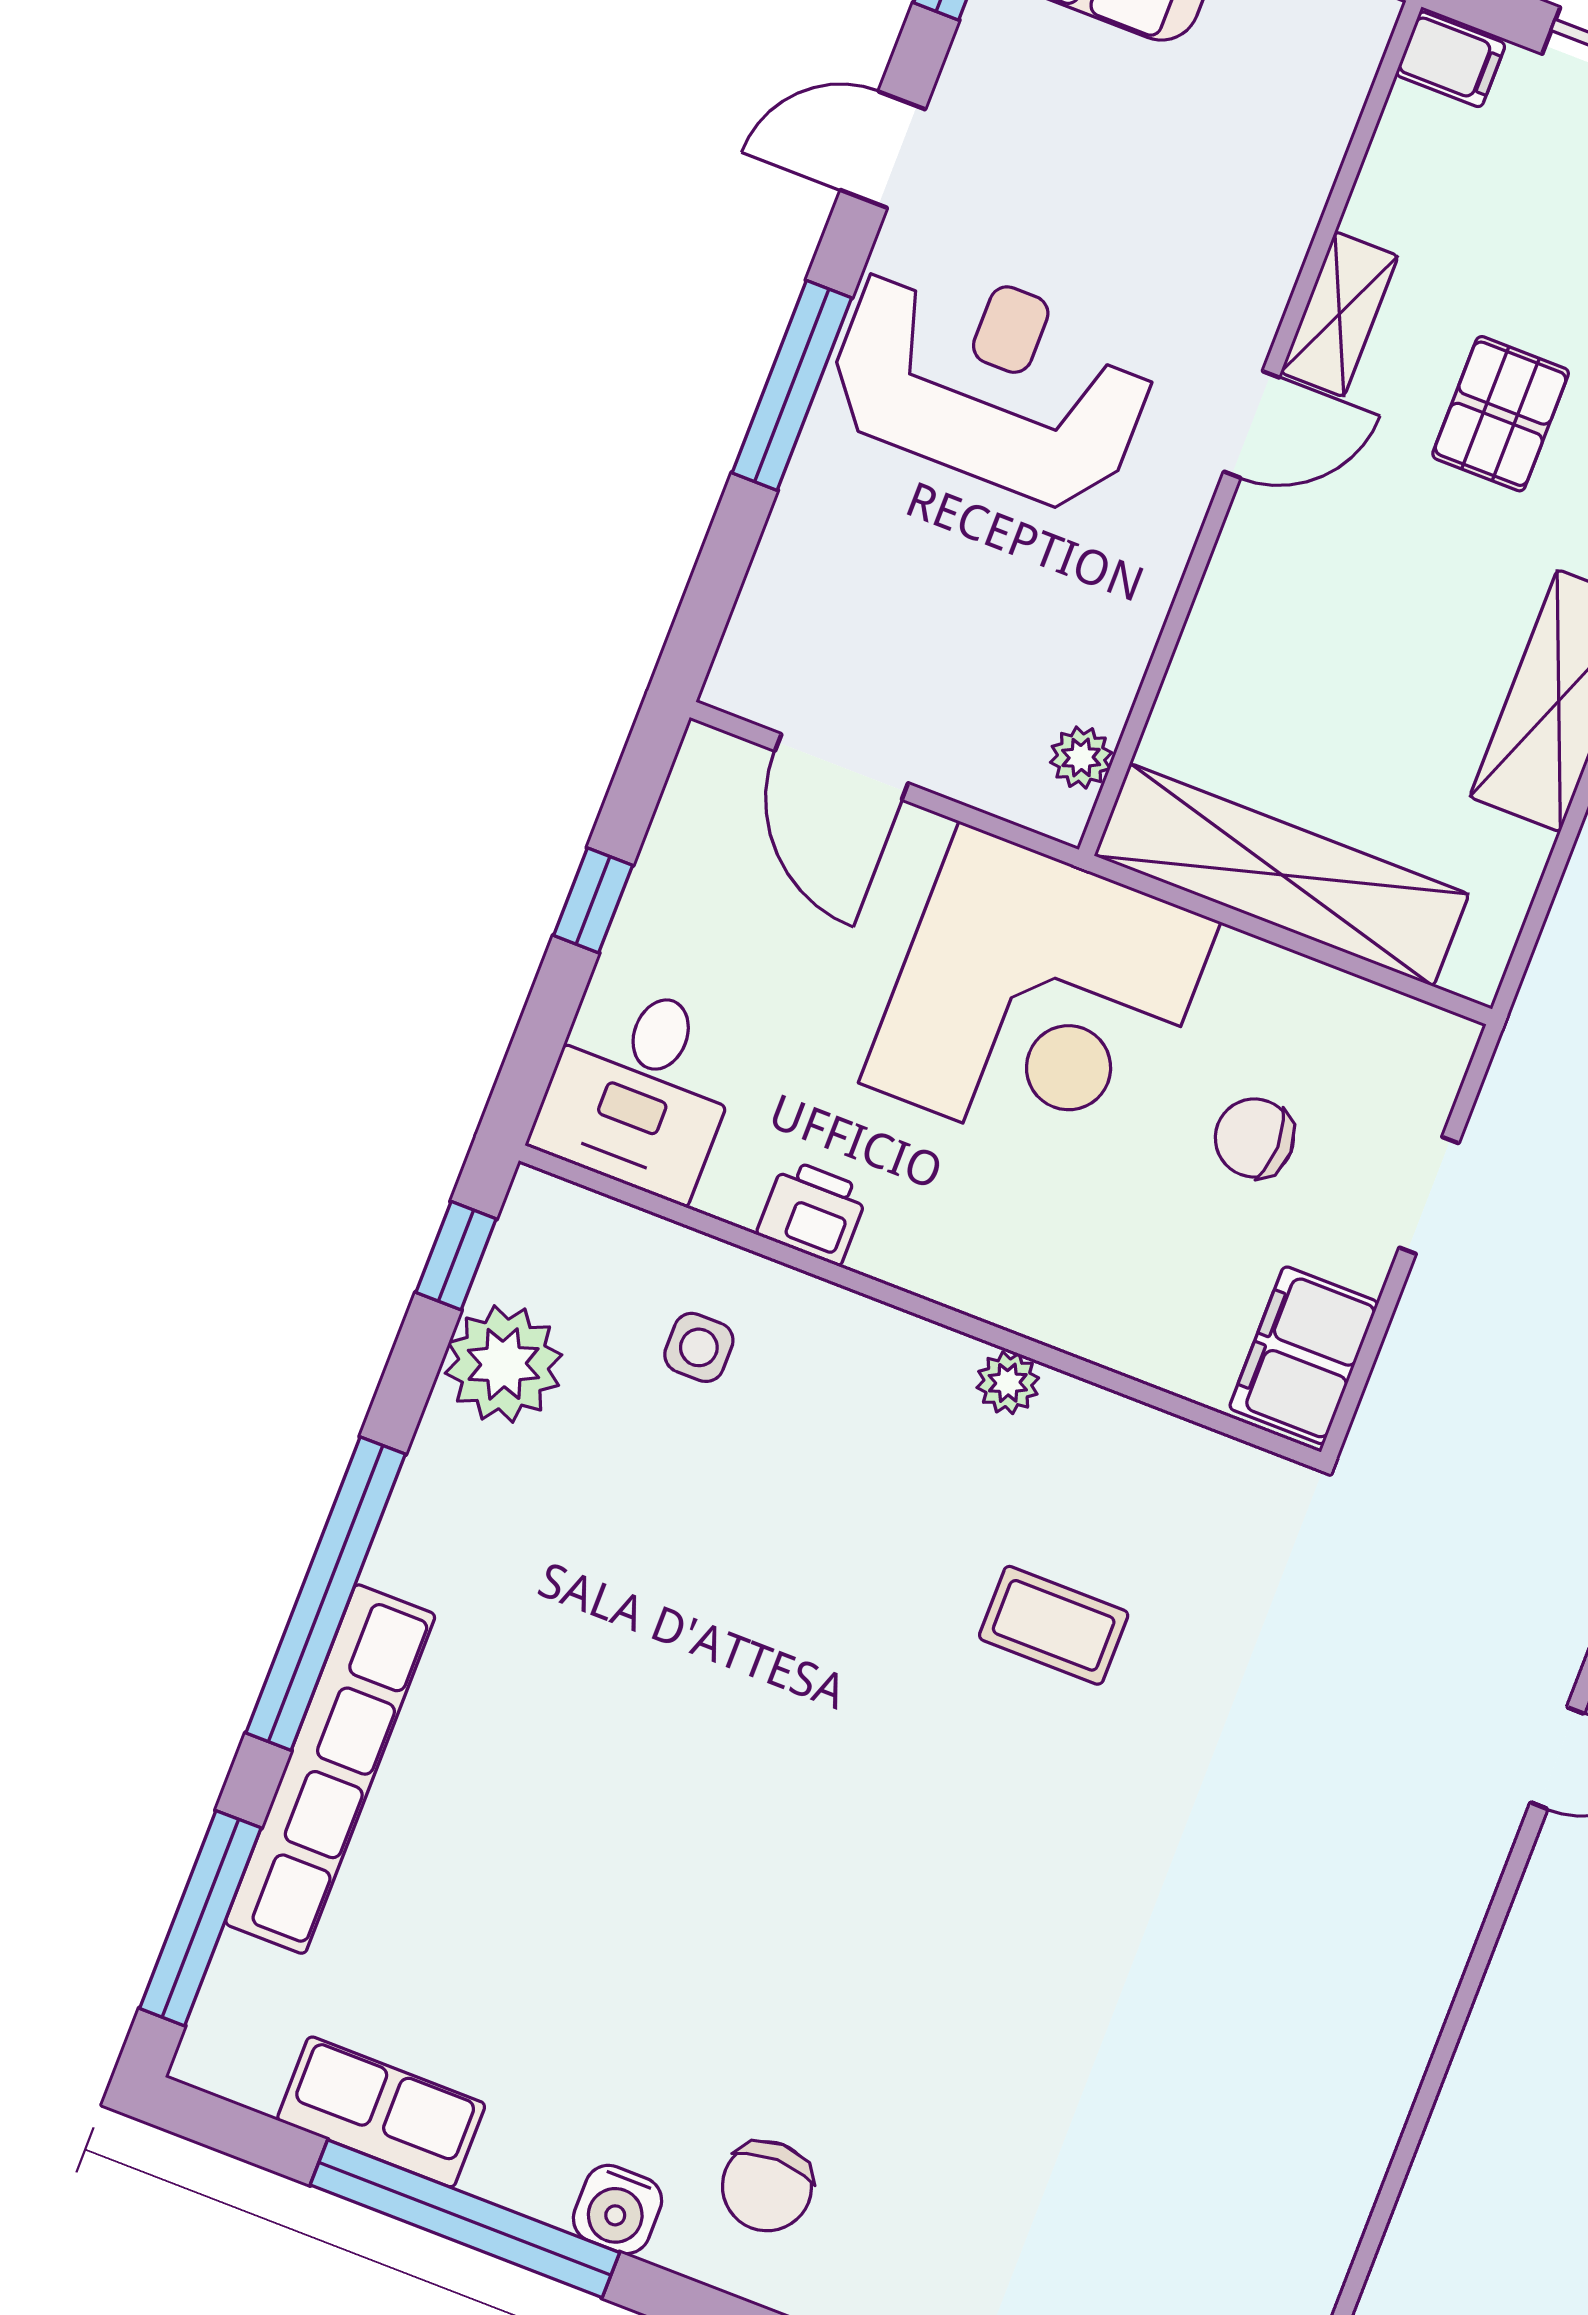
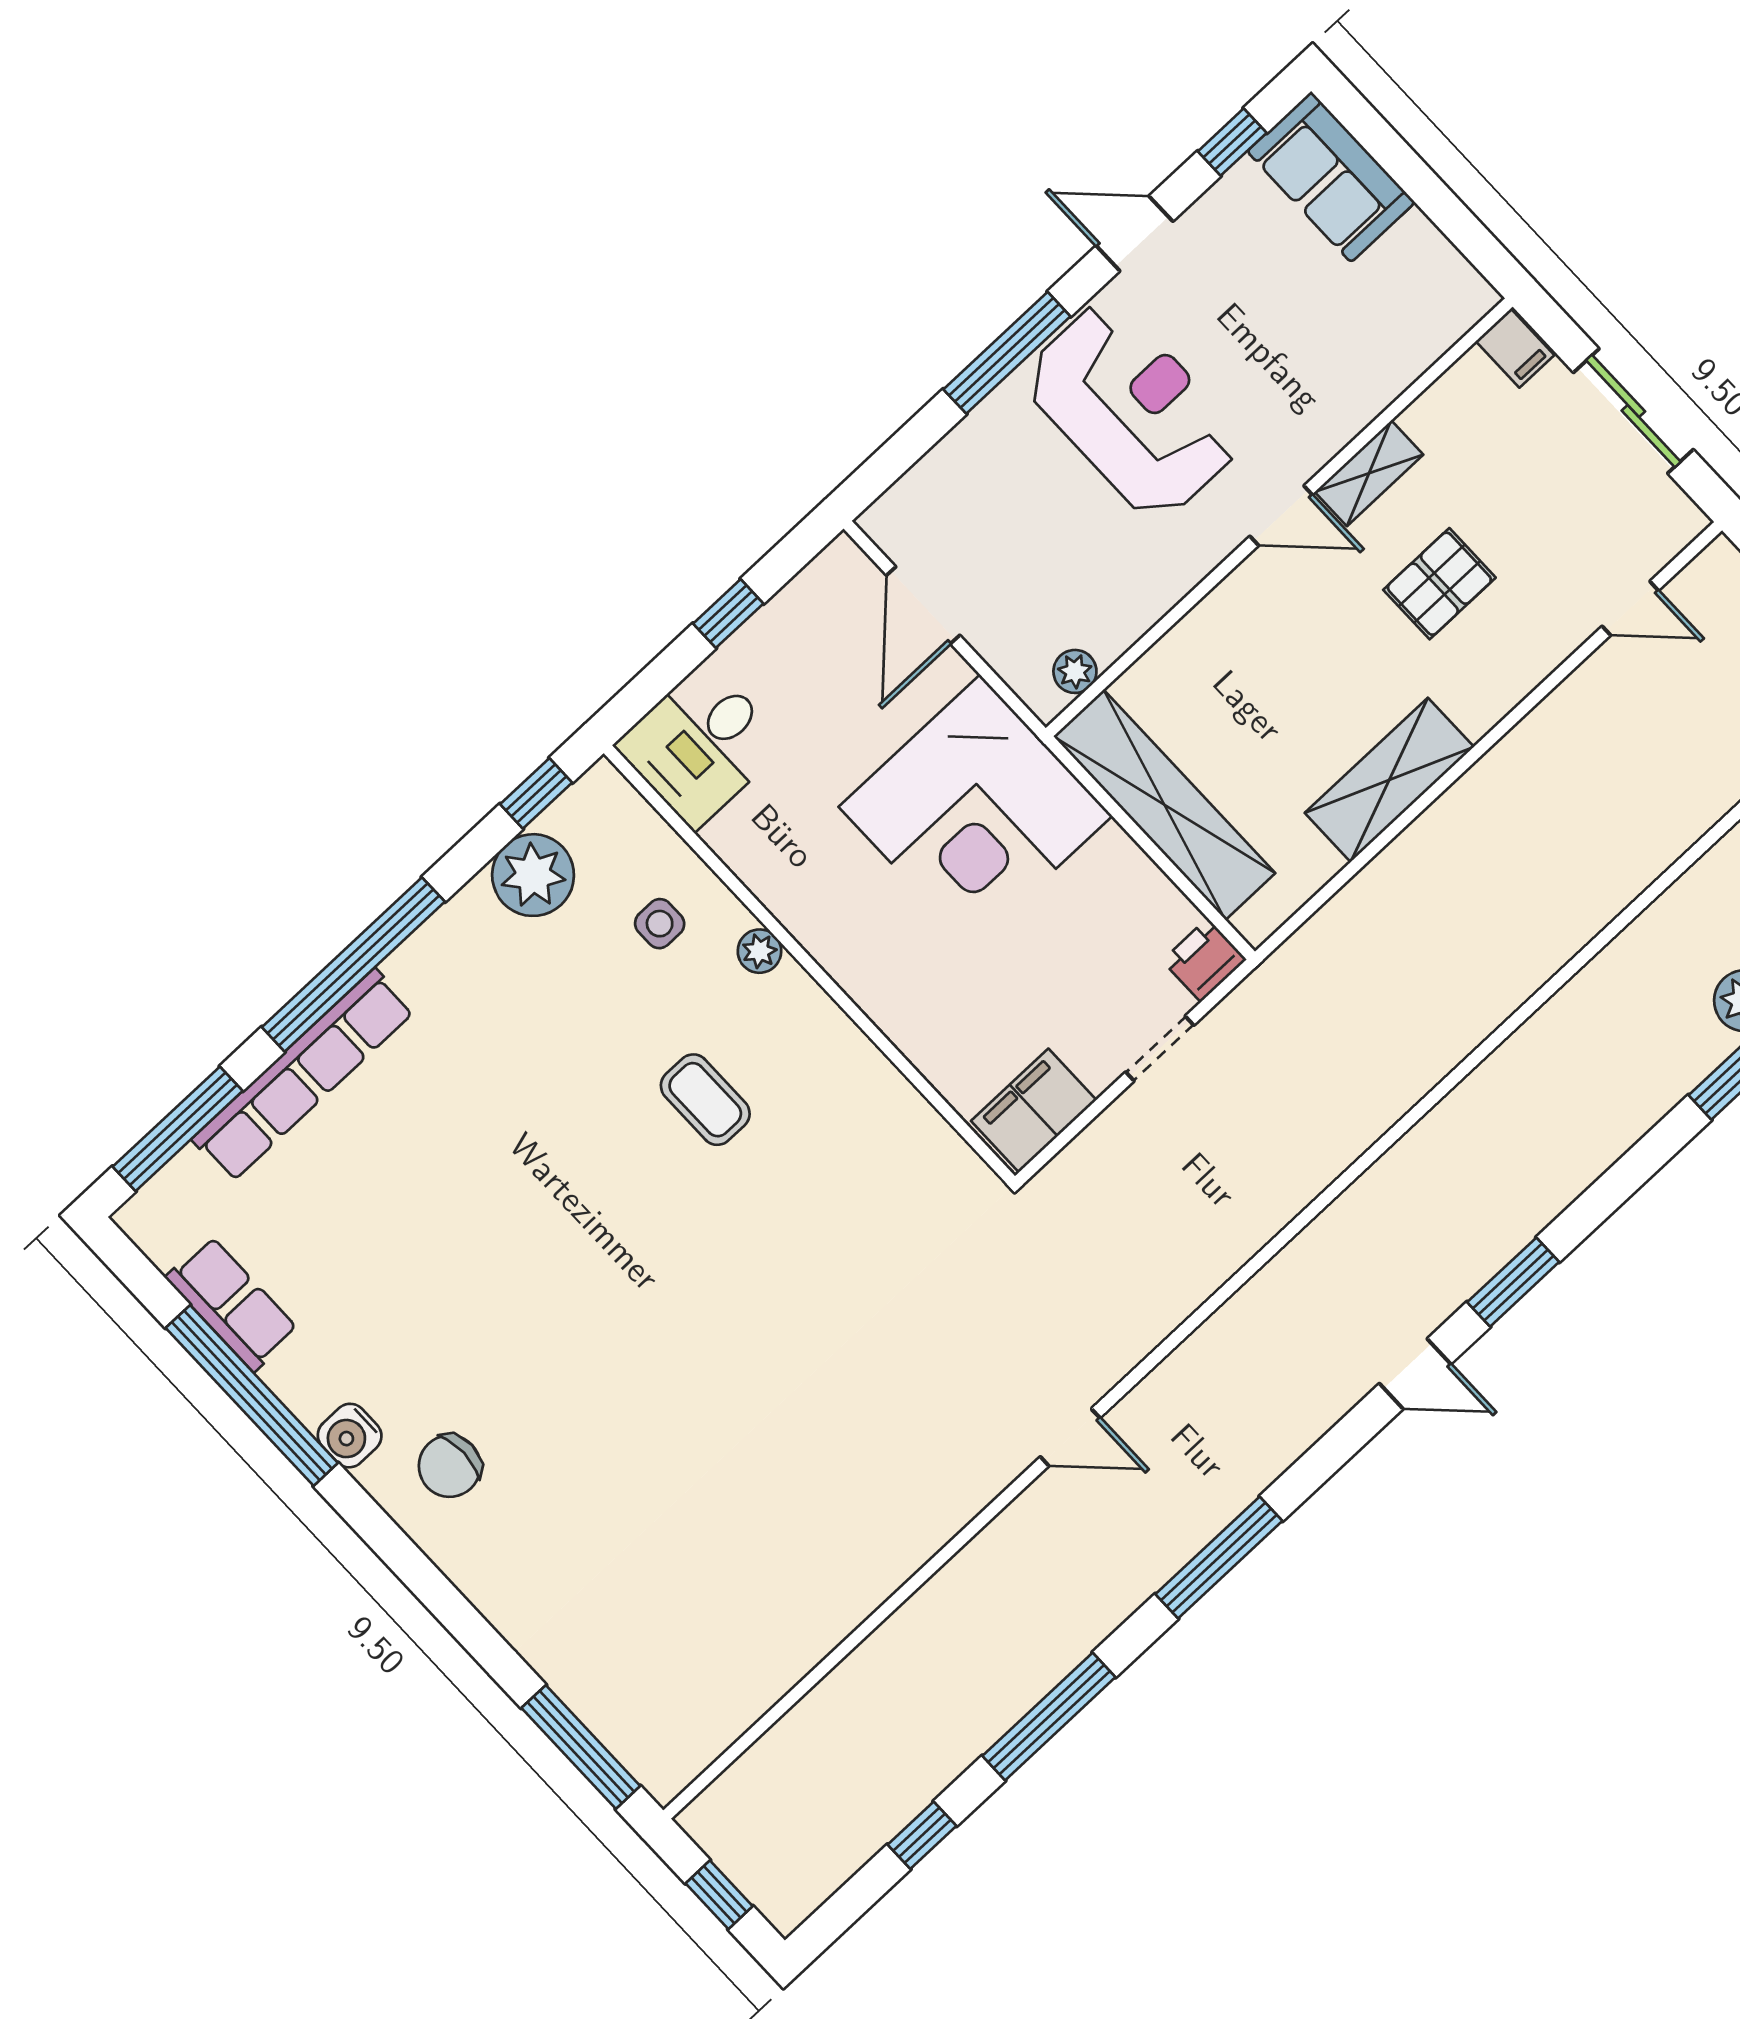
chair: (1254, 1138) -> (1068, 960), removed
printer: (813, 1212) -> (1204, 960), moved, turned -90
plant: (1008, 1383) -> (759, 951), moved
coffee table: (1054, 1625) -> (705, 1100), moved

